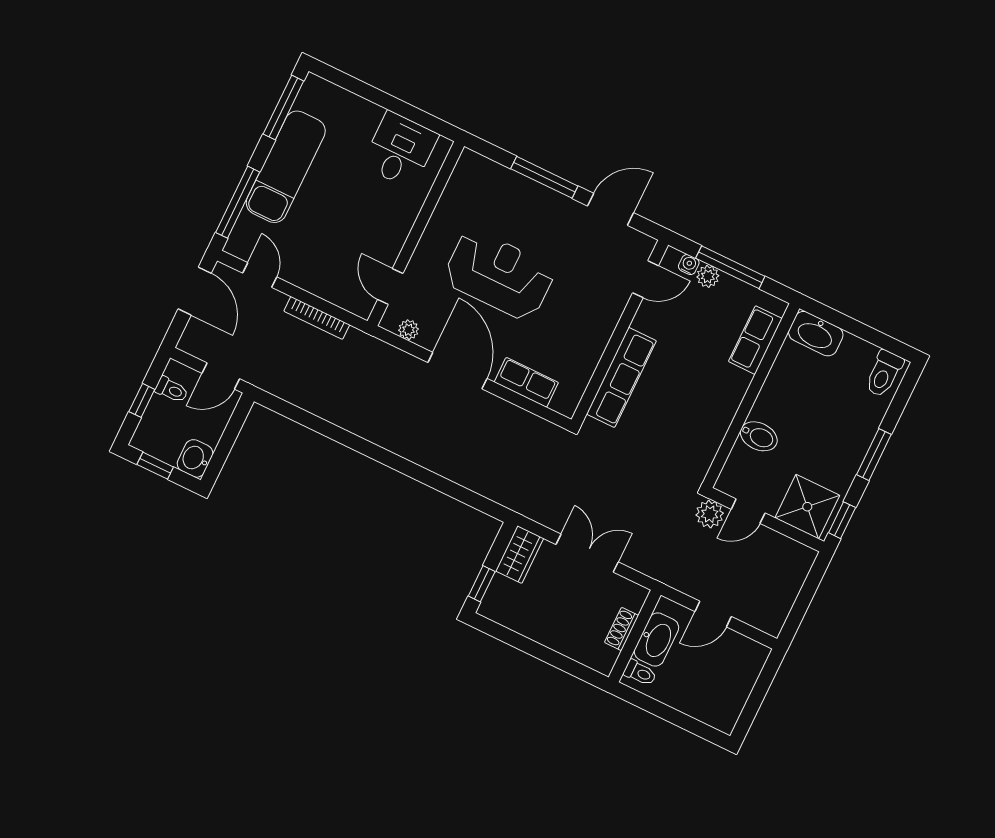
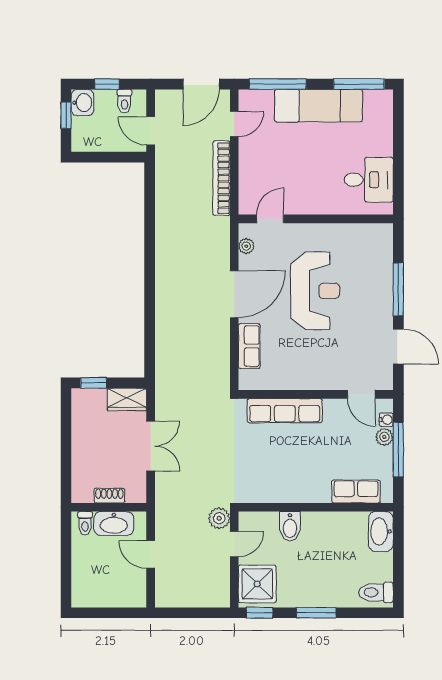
bookcase: (317, 318) -> (222, 178), width x1.48, depth x1.31
washbasin: (195, 458) -> (82, 103), moved, turned 90
door: (748, 511) -> (234, 544), swing flipped

